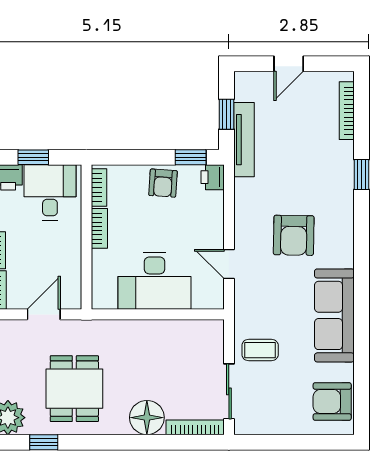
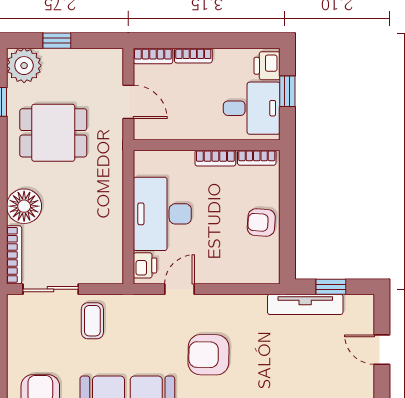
window: (191, 157) -> (287, 250), removed
printer: (213, 177) -> (145, 265), moved, turned 90

